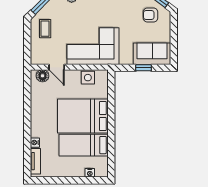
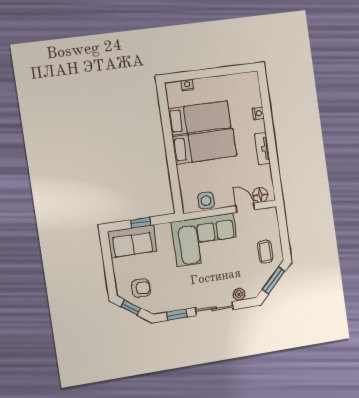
bed: (83, 116) -> (204, 146), width x0.67
tv unit: (35, 161) -> (262, 149), moved

